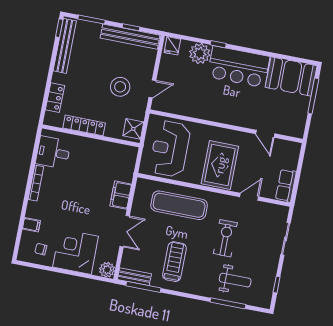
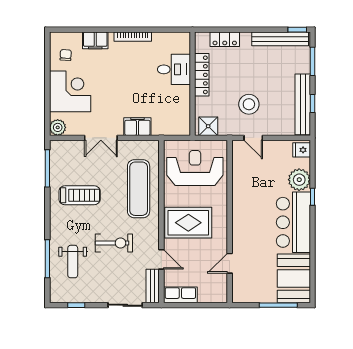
desk: (53, 152) -> (174, 69), moved, turned 90
filing cabinet: (31, 225) -> (95, 40), width x2.00
bench: (134, 277) -> (153, 286), moved

